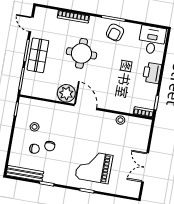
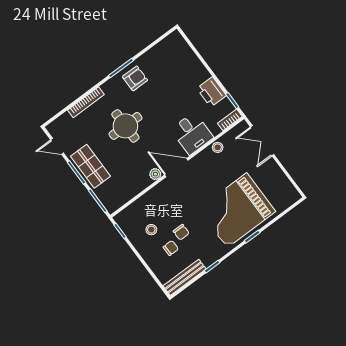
armchair: (115, 32) -> (135, 78), turned -106
desk: (152, 40) -> (192, 133), moved, turned 180
printer: (152, 73) -> (212, 92), moved
plant: (66, 93) -> (155, 174), width x0.53, depth x0.53
grand piano: (94, 167) -> (237, 210), width x1.37, depth x1.48
double door: (145, 167) -> (262, 141), moved

